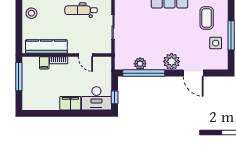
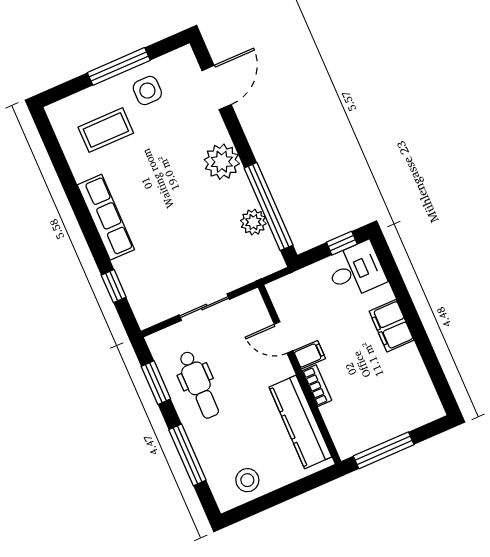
door: (85, 55) -> (283, 337), swing flipped
filing cabinet: (44, 63) -> (309, 355), moved
door: (193, 73) -> (217, 88), moved
desk: (96, 98) -> (356, 270), width x0.73

